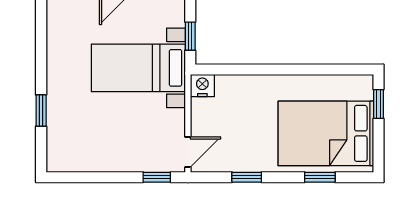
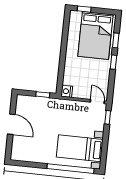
bed with nightstands: (138, 68) -> (80, 148), moved, turned 90
window: (41, 110) -> (70, 169), width x3.17
window: (247, 177) -> (113, 62), moved

